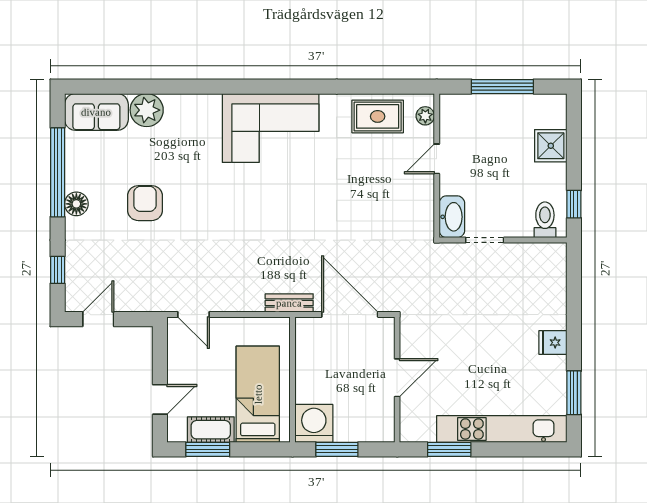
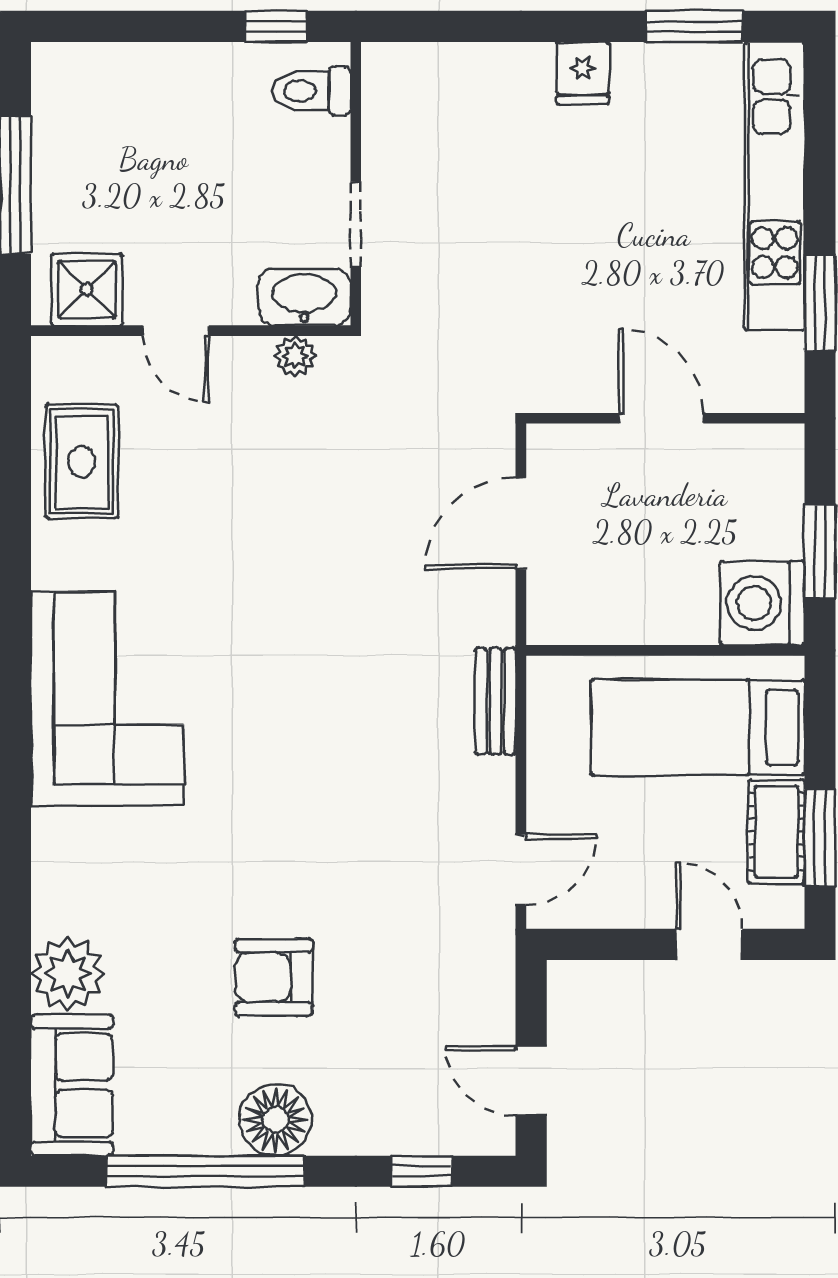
plant: (425, 116) -> (295, 356), moved
shower: (551, 146) -> (87, 290), moved
floor lamp: (76, 204) -> (276, 1120), width x1.38, depth x1.38
bench: (289, 303) -> (495, 701), moved
door: (350, 315) -> (521, 523), width x0.73

